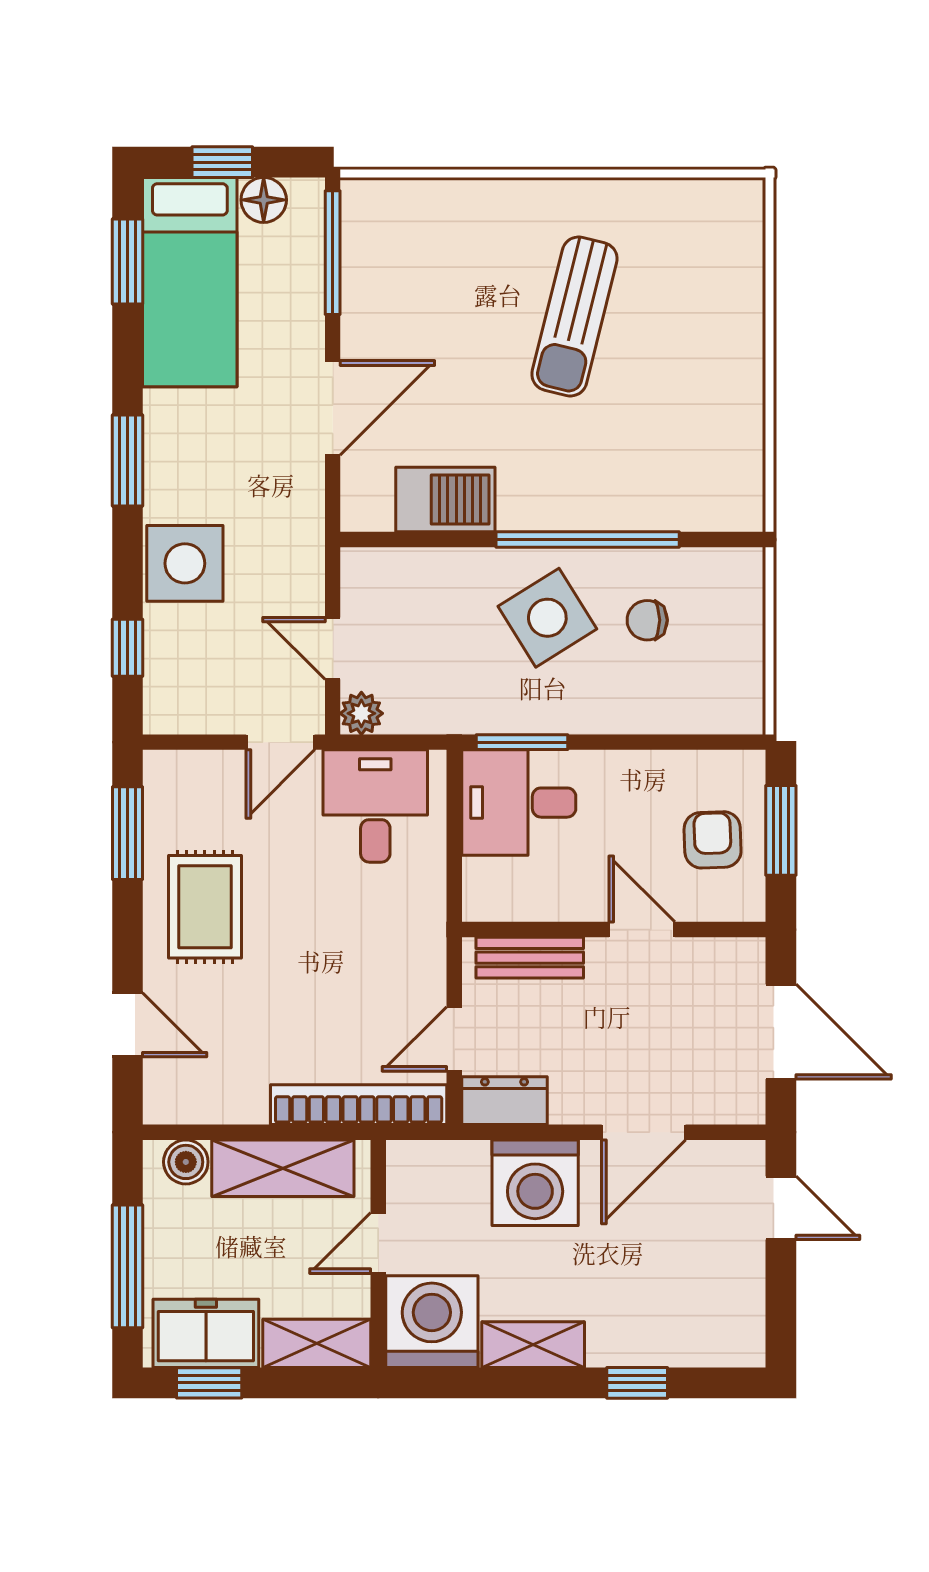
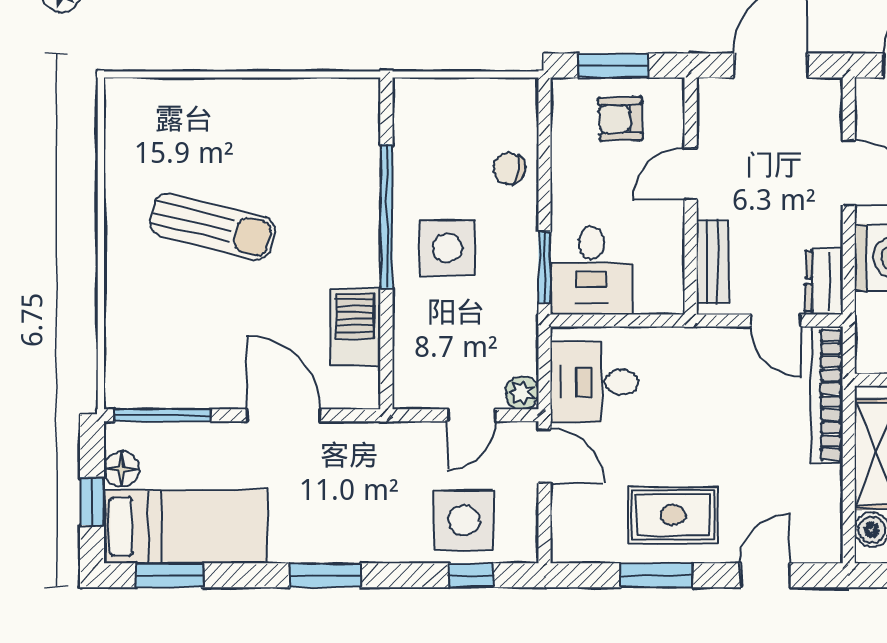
side table: (185, 563) -> (464, 520), moved
side table: (547, 618) -> (447, 248), turned 32
chair: (647, 620) -> (509, 169), moved, turned 99
window: (127, 833) -> (657, 575), moved

